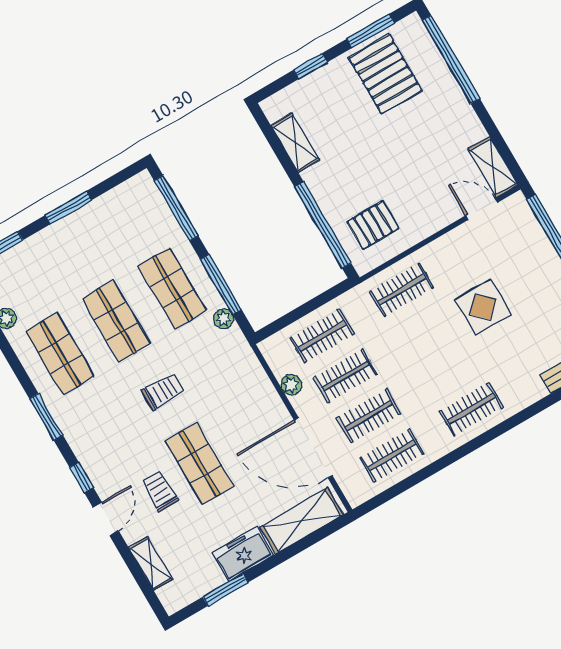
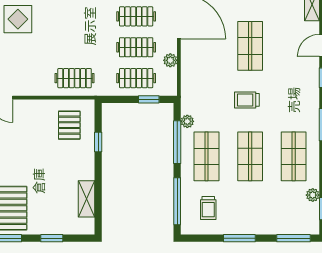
window: (323, 225) -> (98, 142), width x0.32
pallet: (373, 225) -> (69, 125), turned 90
display table: (483, 307) -> (18, 19), moved
window: (290, 318) -> (149, 99), added
trolley: (160, 491) -> (208, 208), moved

